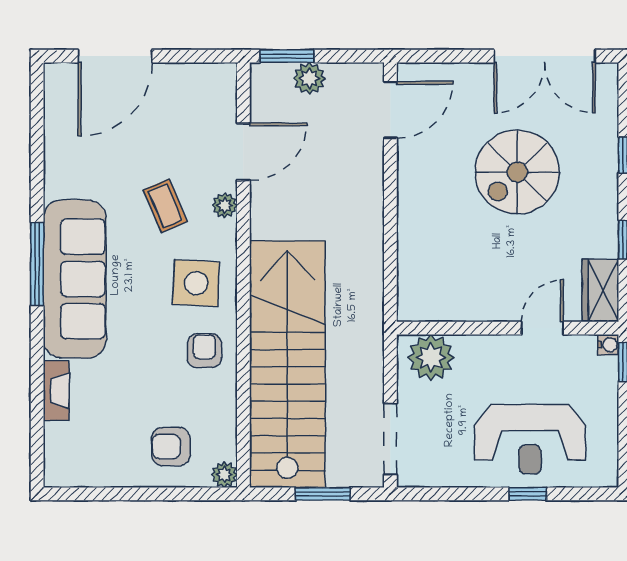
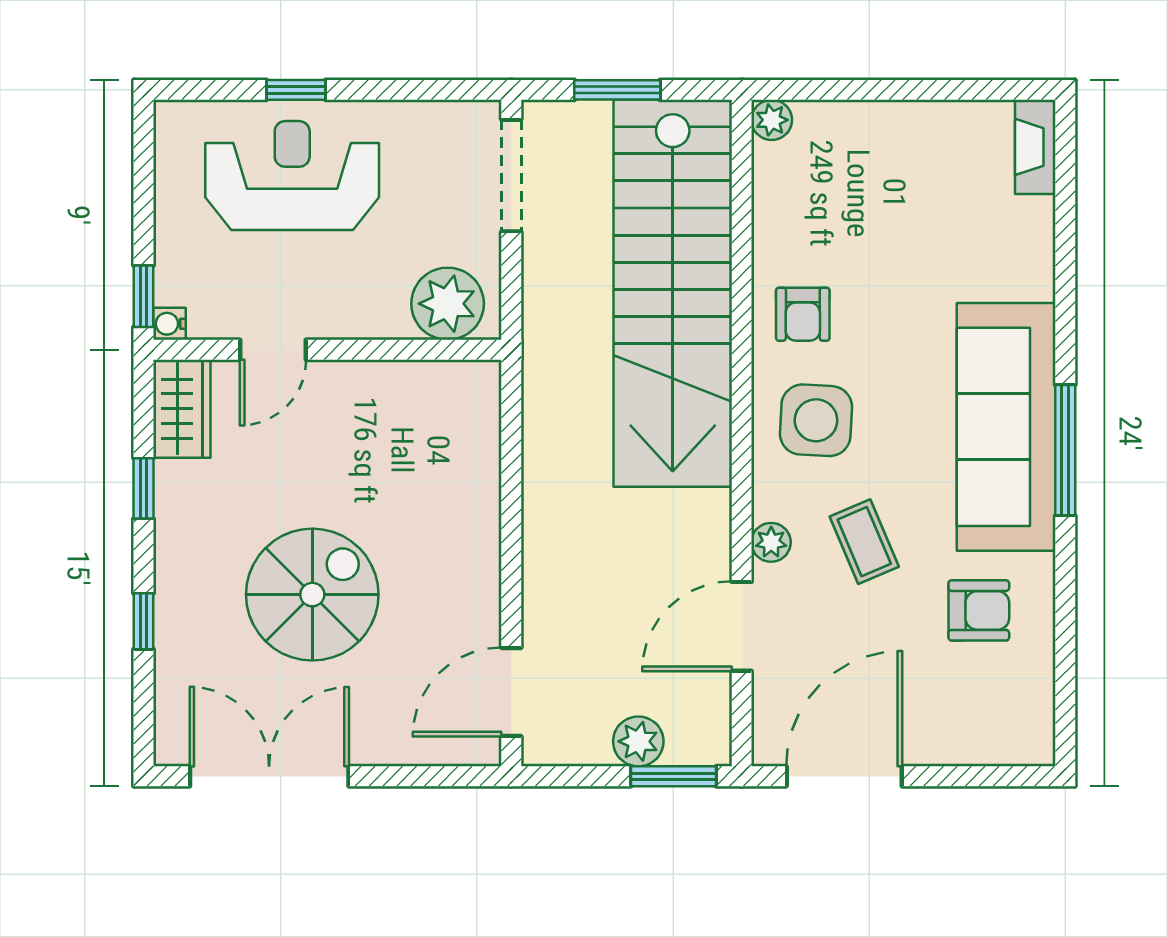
door: (115, 56) -> (844, 776), moved
fireplace: (56, 391) -> (1035, 147), moved
armchair: (171, 446) -> (979, 610), moved

